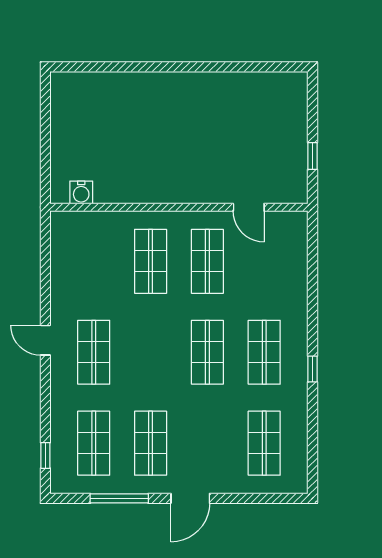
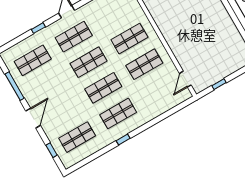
door: (249, 207) -> (185, 79), moved
shop shelf: (151, 443) -> (88, 62), moved
window: (45, 455) -> (38, 28), moved
door: (190, 498) -> (33, 118), swing flipped
window: (261, 498) -> (52, 150), added

